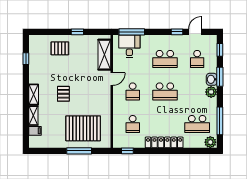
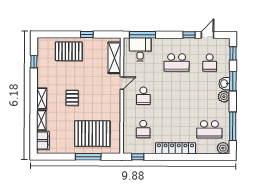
pallet: (60, 48) -> (69, 51), width x1.50, depth x1.42
school desk: (165, 91) -> (176, 96), removed
filing cabinet: (35, 131) -> (43, 140), width x2.00

